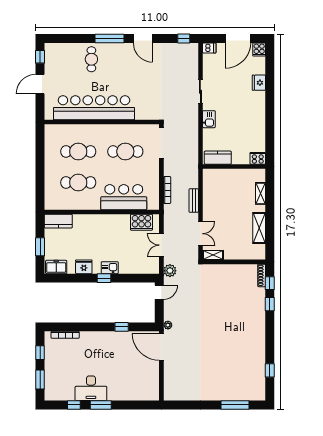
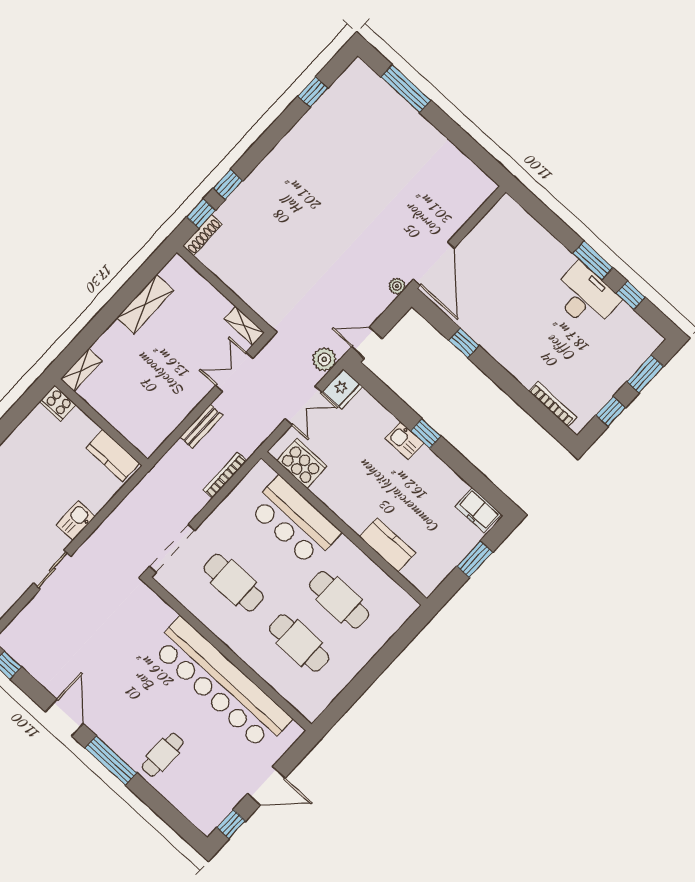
shelving: (261, 193) -> (81, 370), moved
kitchen counter: (58, 221) -> (388, 545), moved
fridge: (84, 267) -> (342, 389), moved, turned -90

